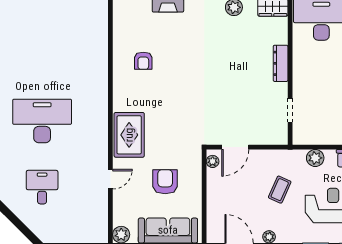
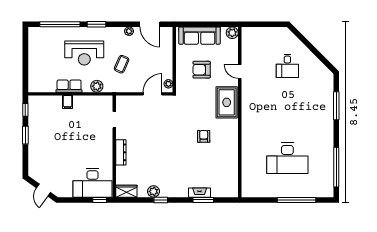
armchair: (143, 61) -> (204, 136), moved
desk: (42, 121) -> (287, 158), moved
door: (110, 179) -> (240, 71), hinge flipped
armchair: (165, 182) -> (202, 70), turned 90

